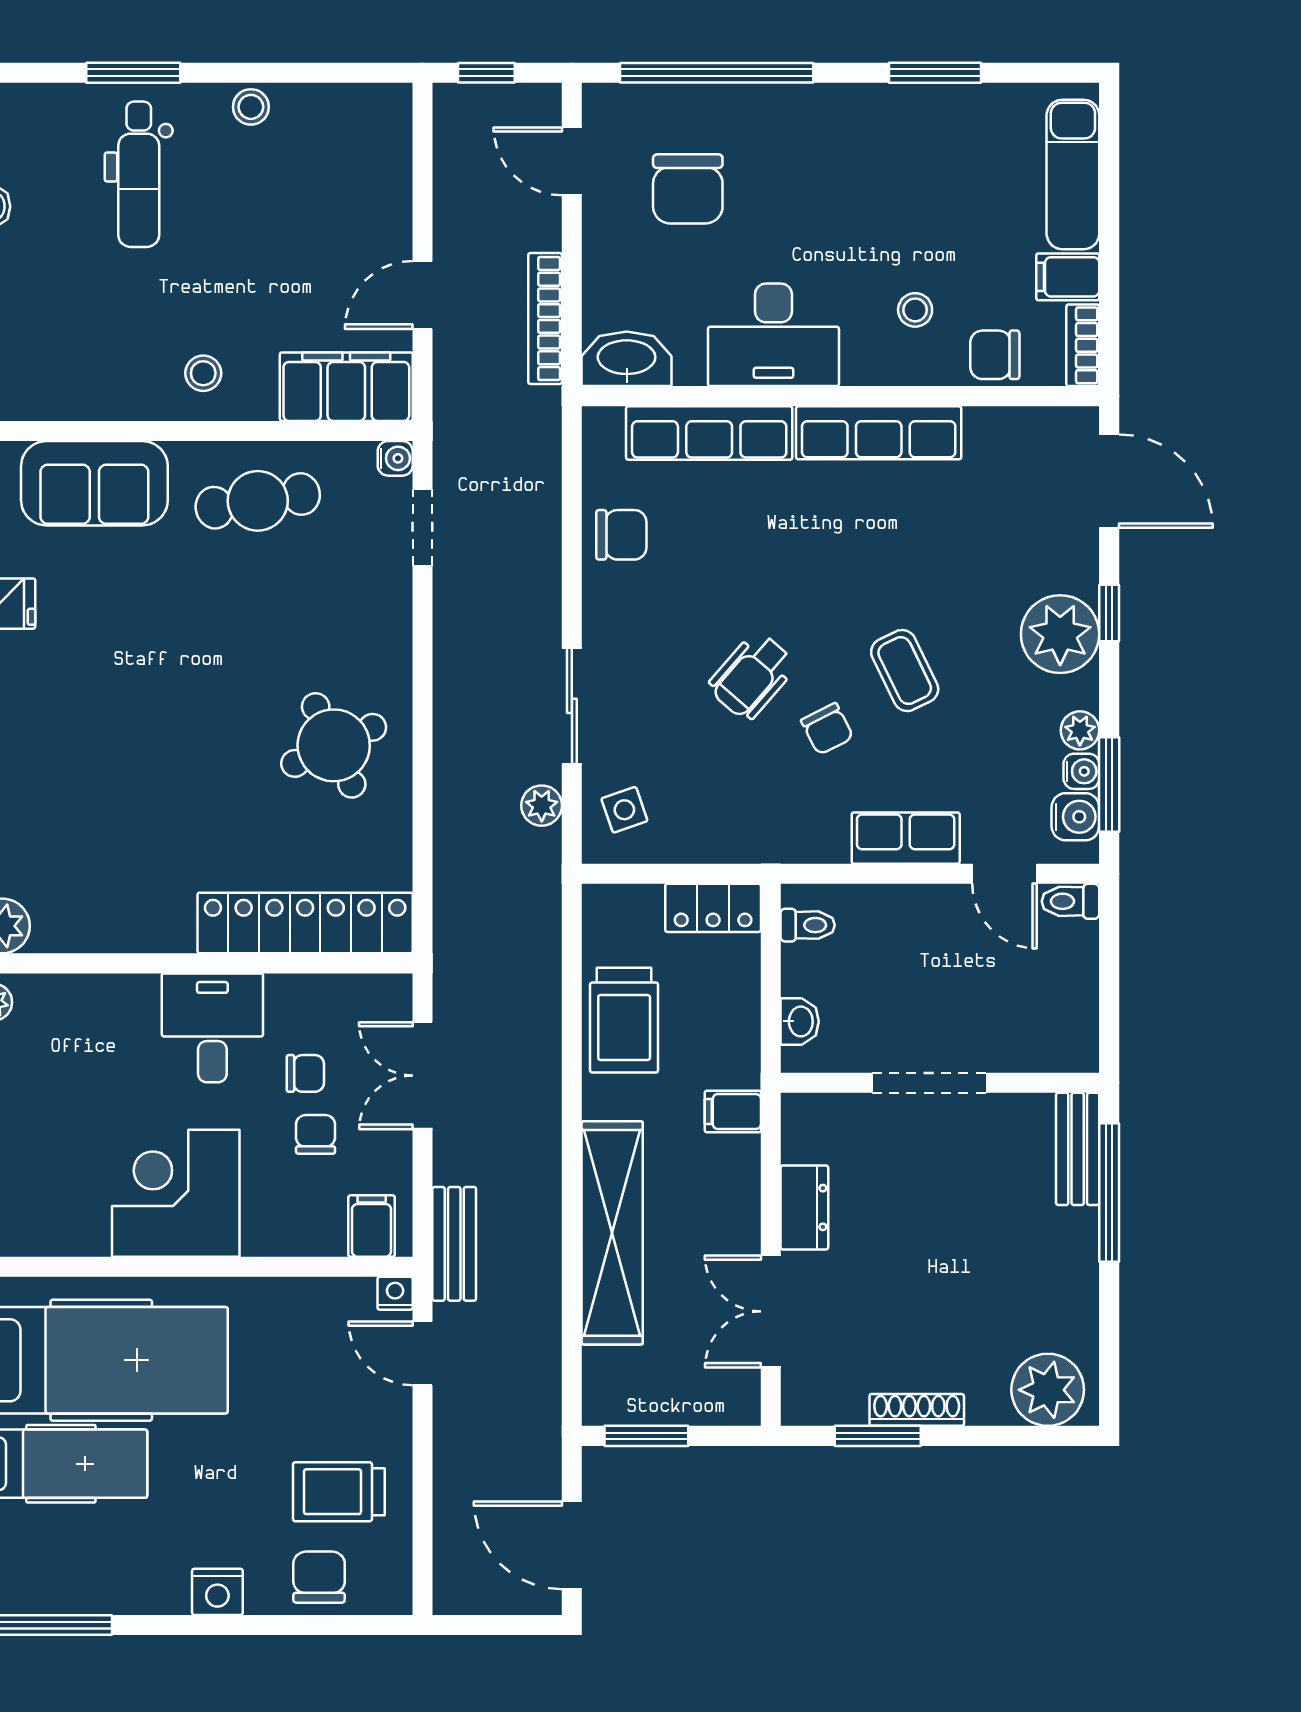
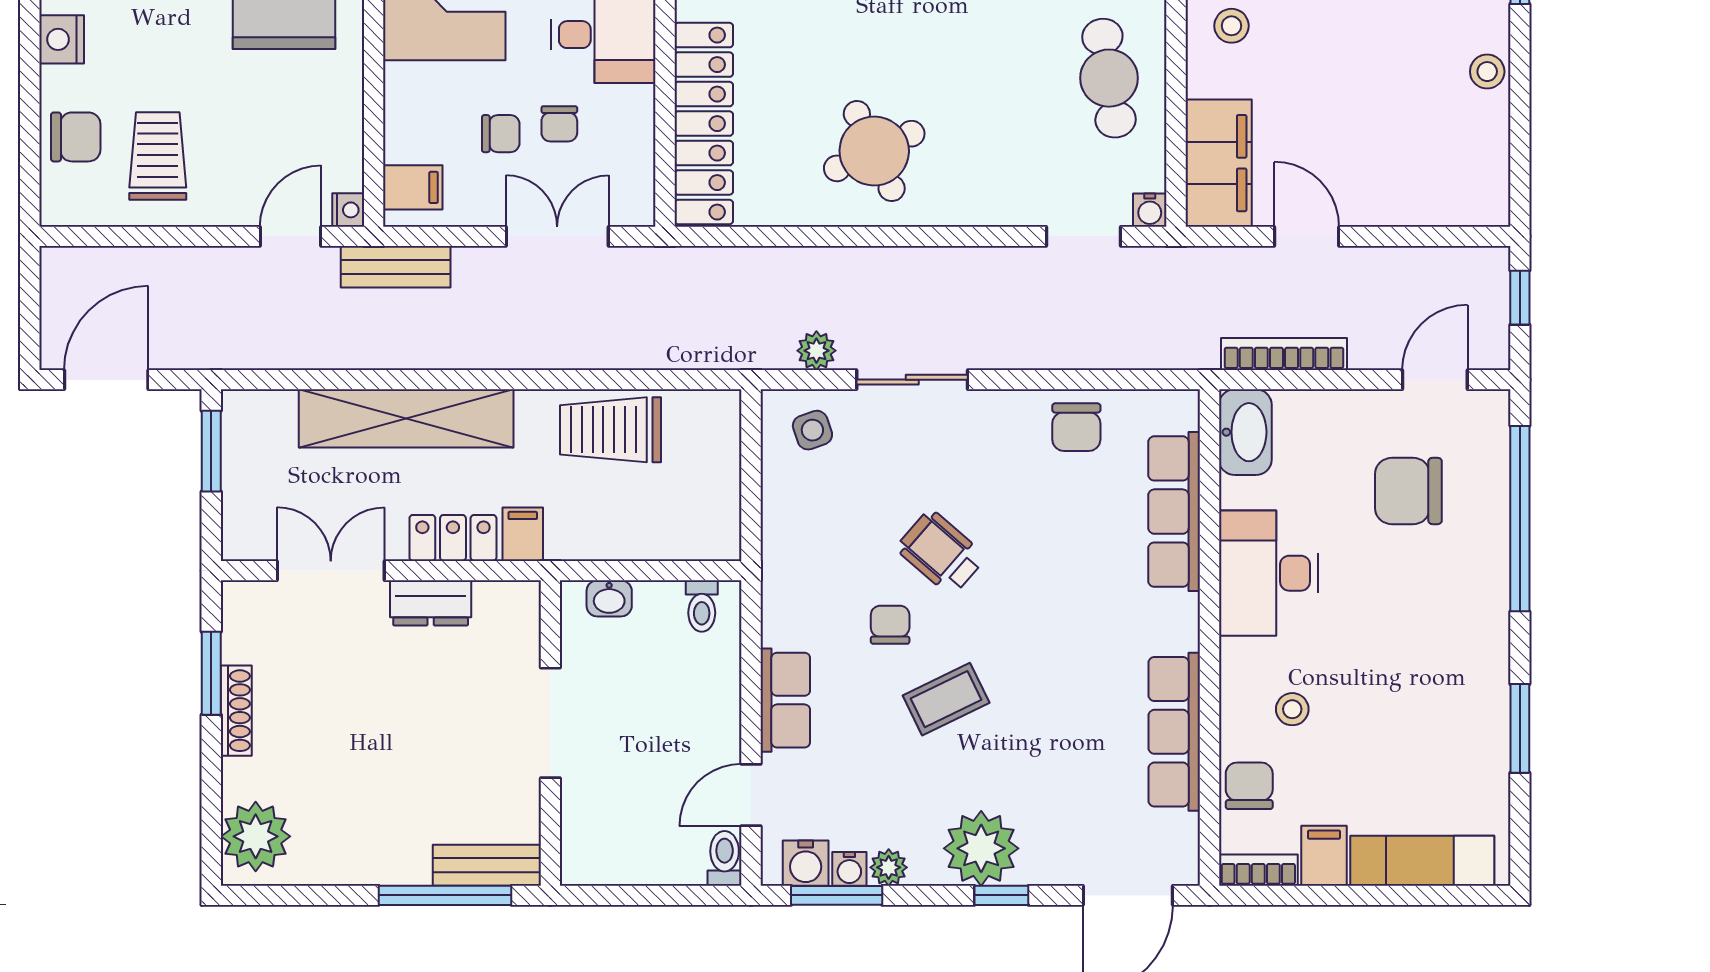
row of seats: (879, 433) -> (1174, 732), moved
chair: (827, 729) -> (890, 625), turned 117
locker: (713, 908) -> (453, 538), moved, turned 90

